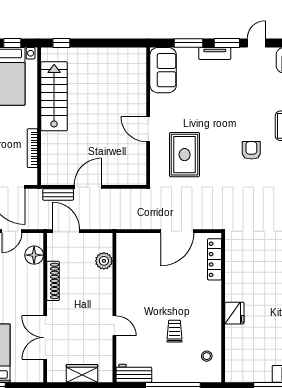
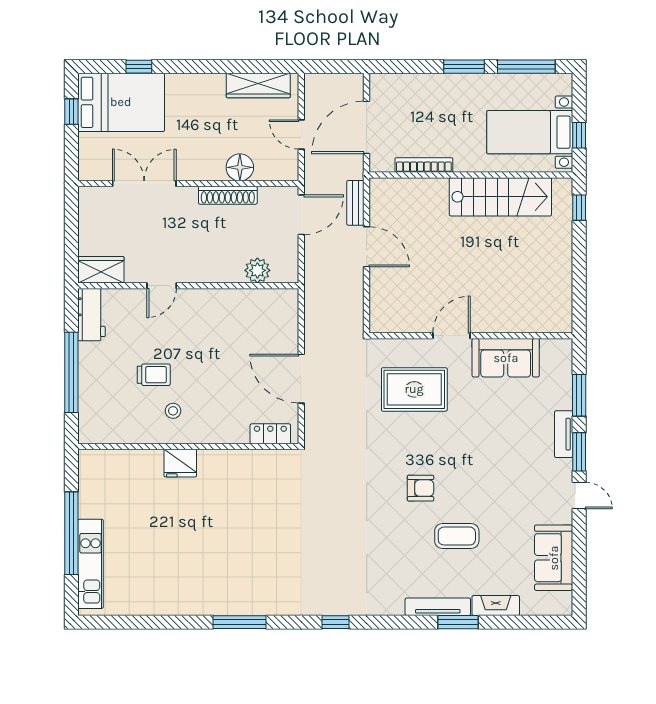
sofa: (163, 70) -> (506, 358), moved
floor lamp: (34, 255) -> (240, 167), moved
locker: (215, 259) -> (270, 434), width x0.66
stool: (207, 356) -> (173, 411), moved
wardrobe: (82, 373) -> (101, 270), moved, turned -90

